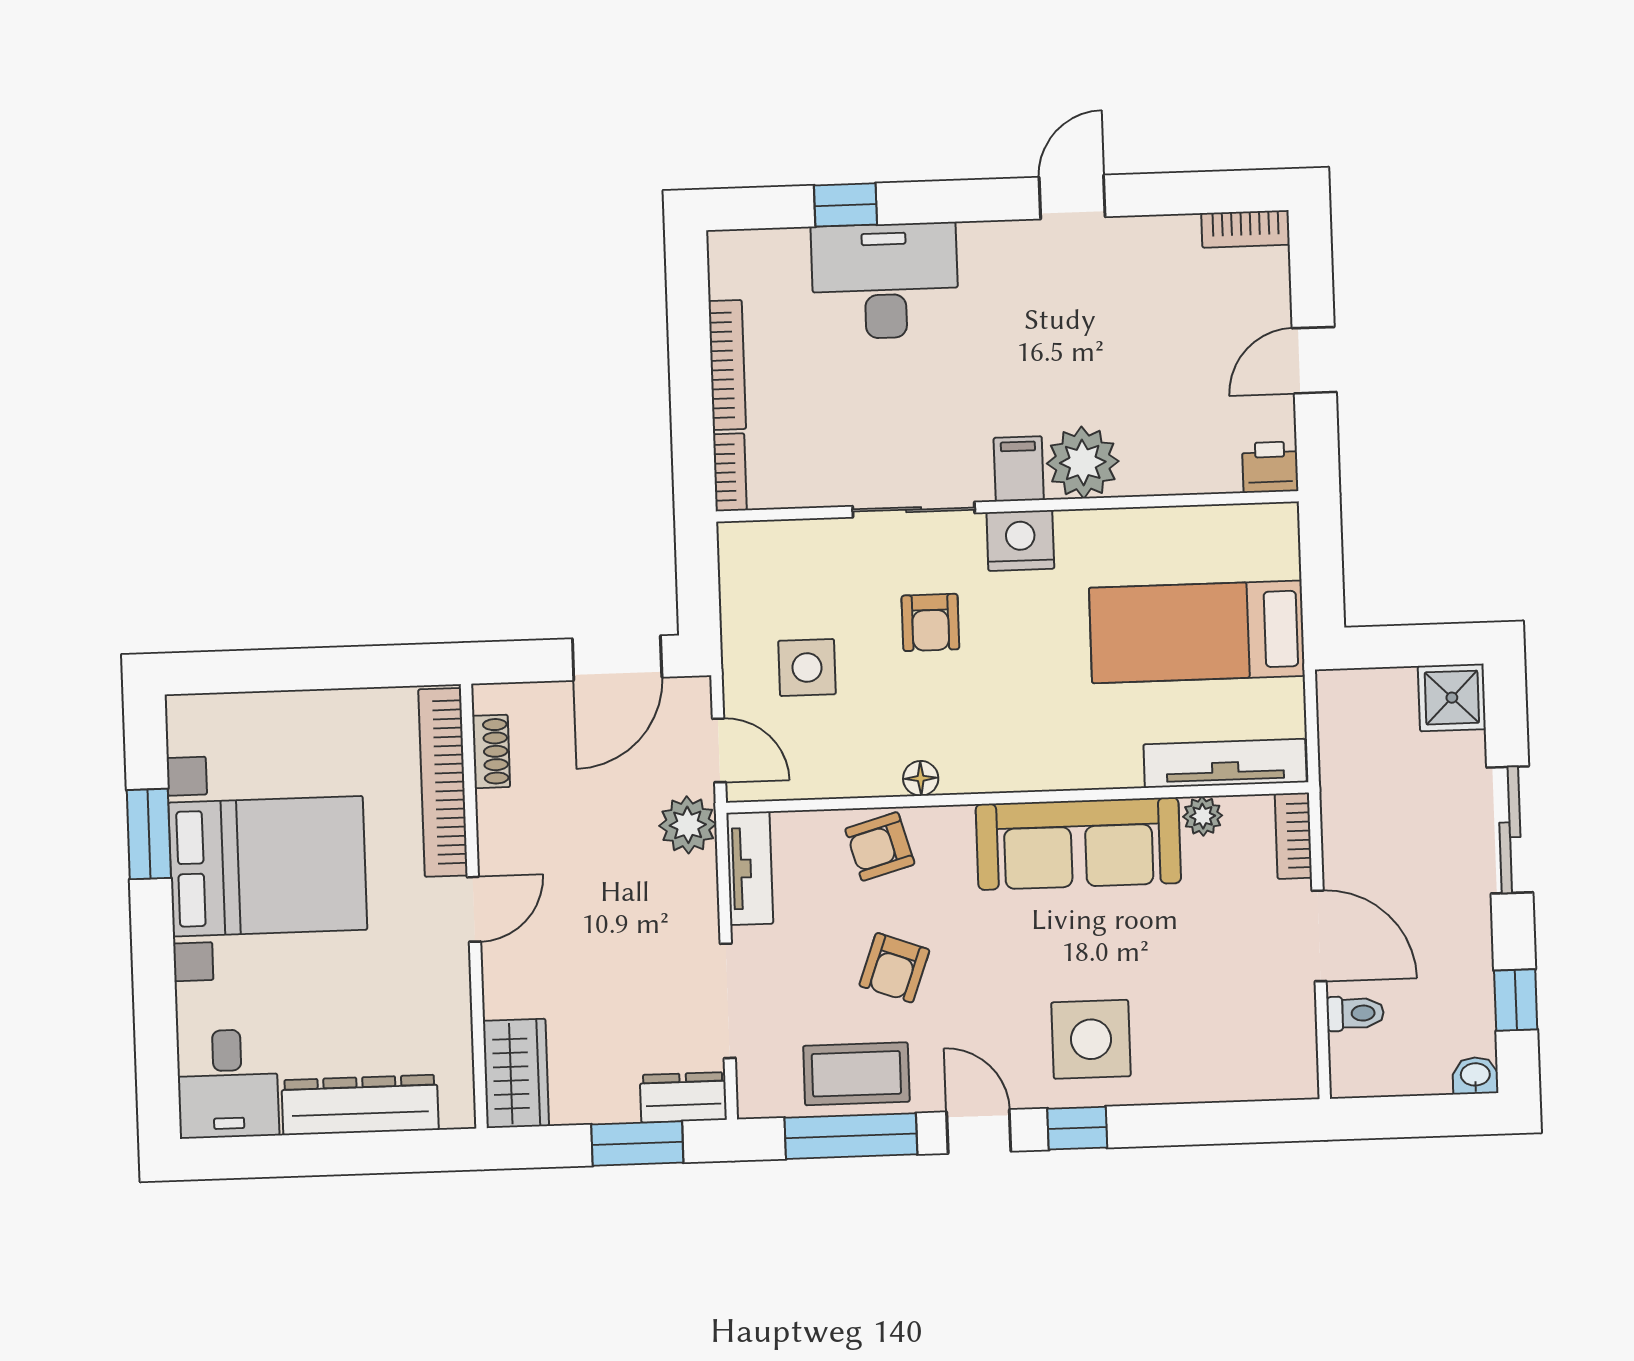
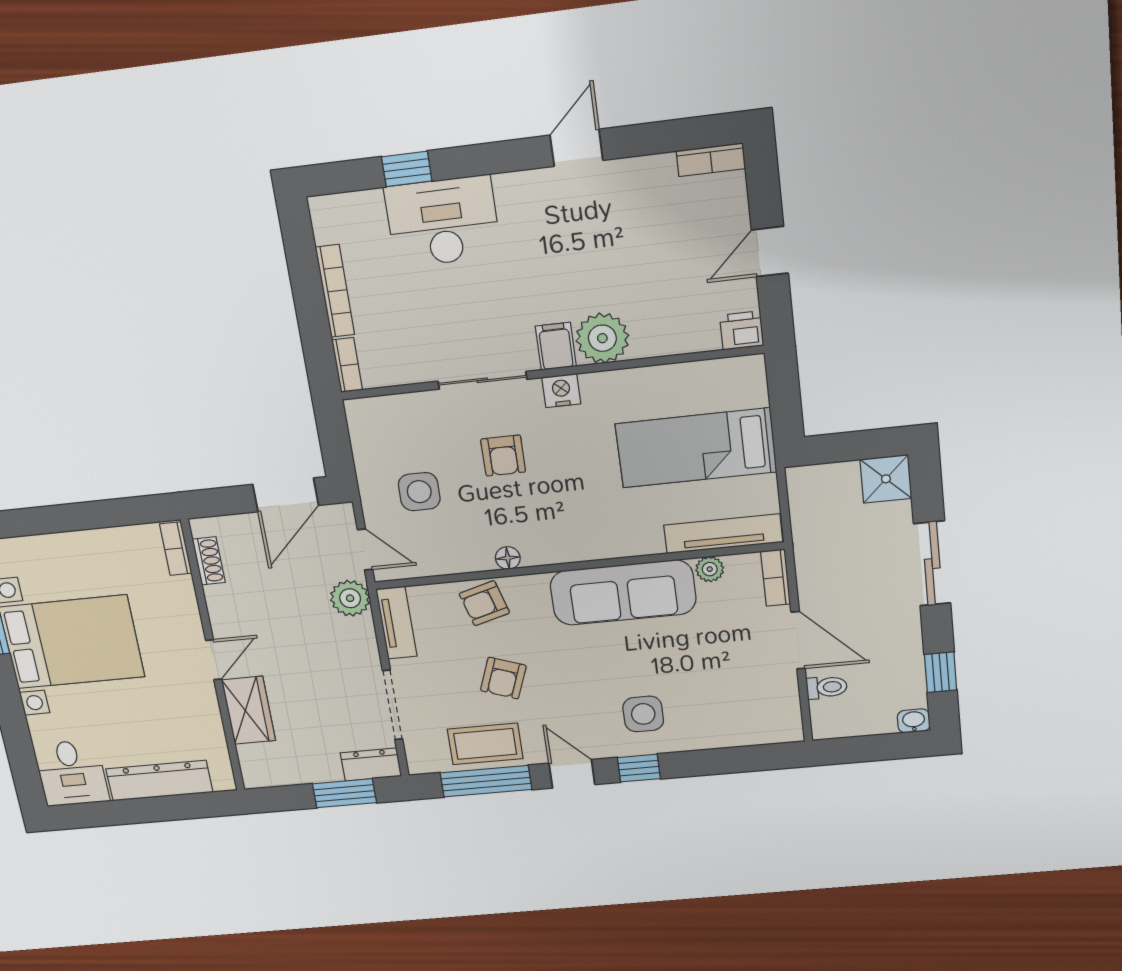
nightstand: (1020, 540) -> (561, 391), width x0.74, depth x0.75
bookcase: (443, 782) -> (176, 549), width x0.43, depth x0.76
side table: (1091, 1039) -> (643, 714), width x0.73, depth x0.73
wardrobe: (516, 1073) -> (249, 710), moved

